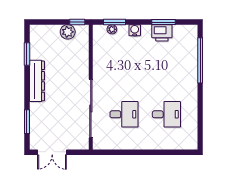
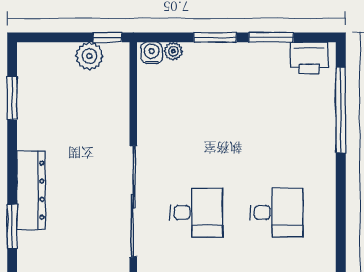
window: (114, 22) -> (215, 37), moved
water cooler: (135, 30) -> (152, 53), moved
printer: (162, 33) -> (309, 58), moved
dresser: (37, 81) -> (31, 190), moved

